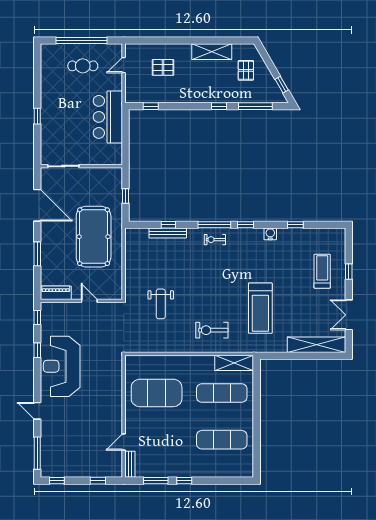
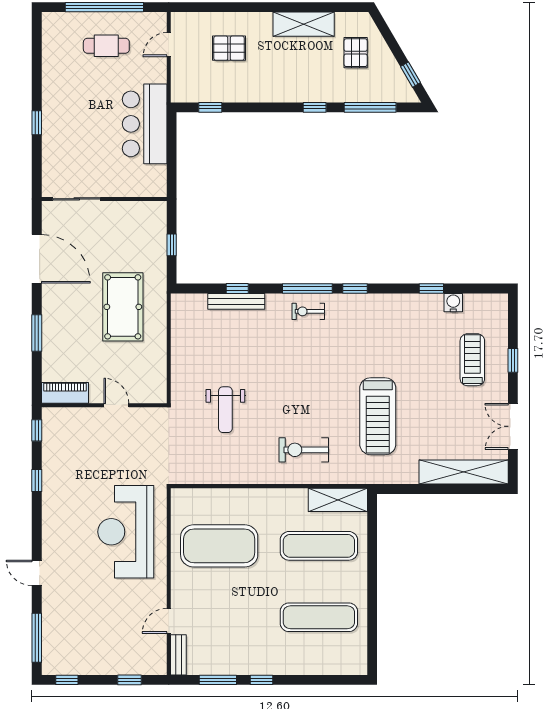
water cooler: (270, 234) -> (453, 303), moved
pool table: (94, 237) -> (123, 307), width x0.73, depth x0.76
reception desk: (62, 366) -> (126, 532), moved

